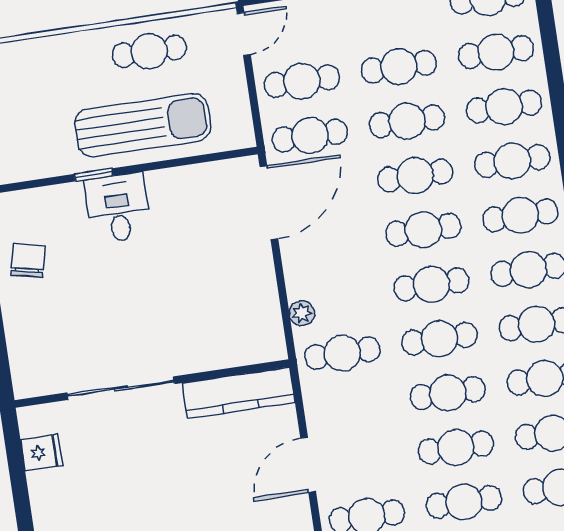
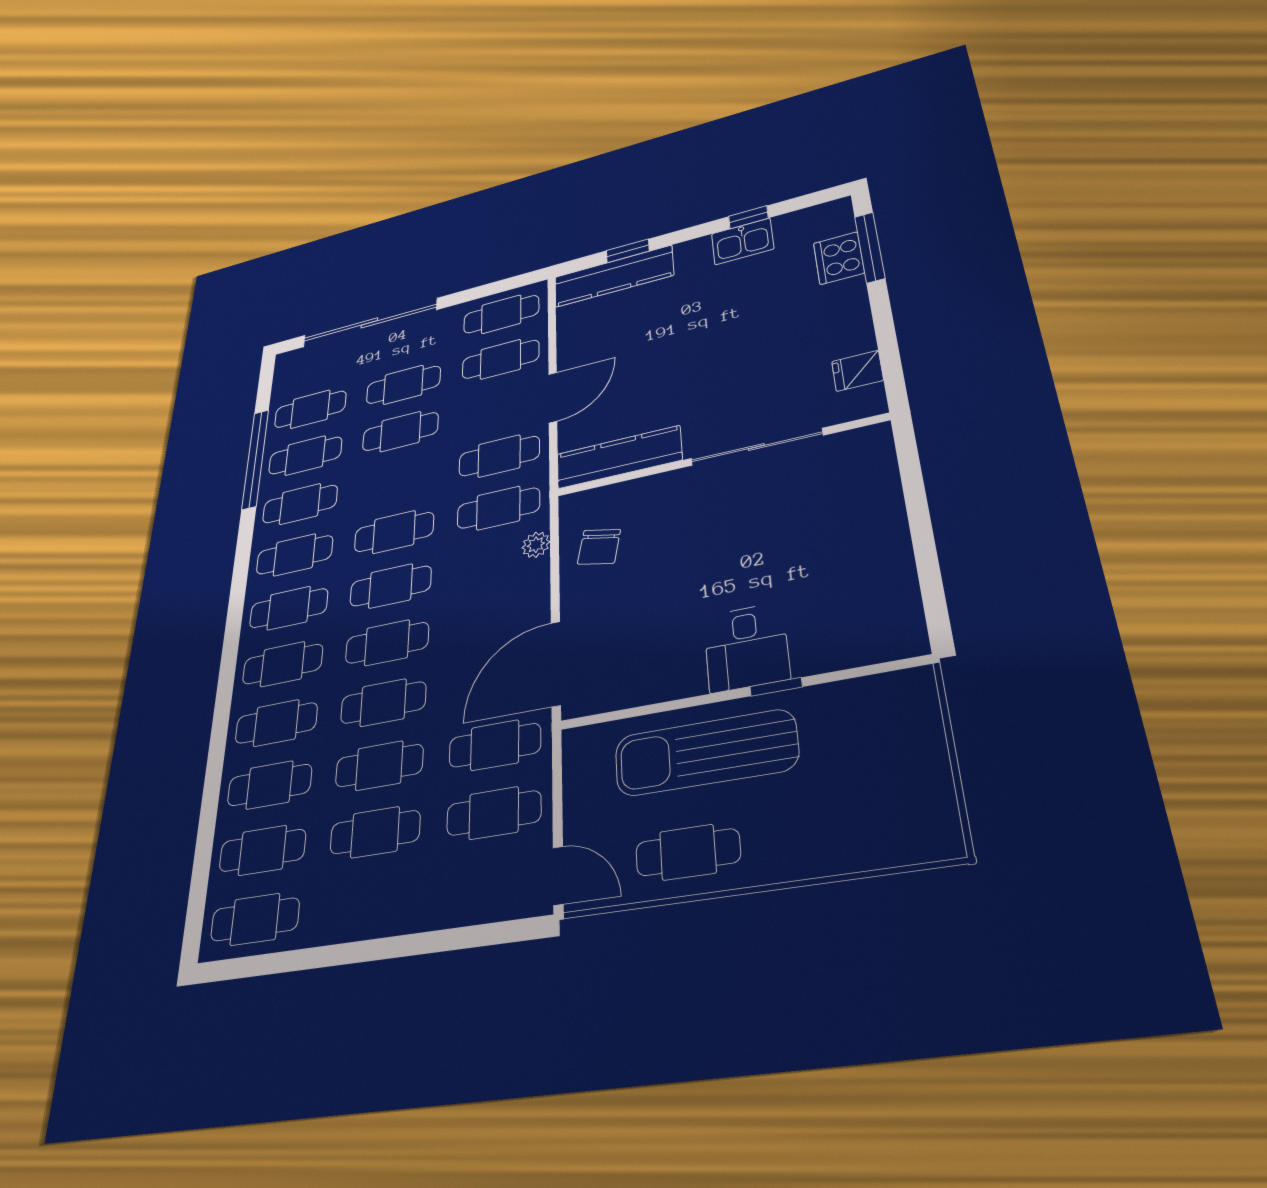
door: (244, 34) -> (558, 876), swing flipped
chair: (28, 261) -> (599, 547), moved
cafe table: (448, 393) -> (499, 456), moved

